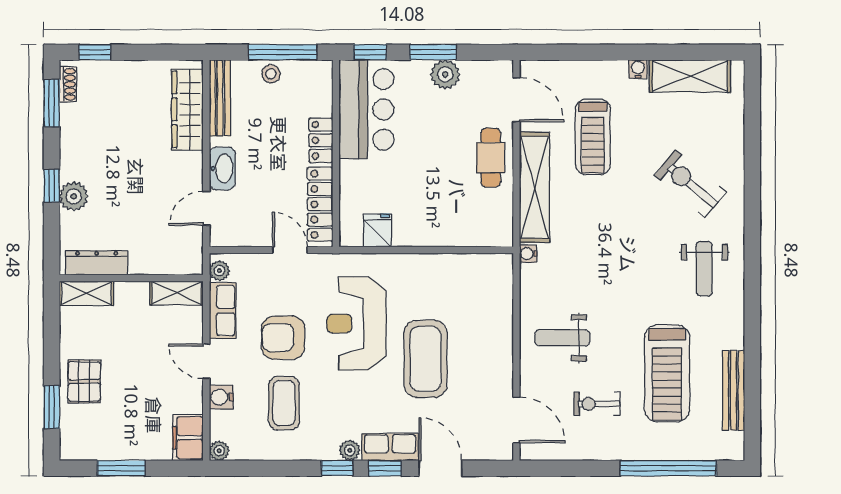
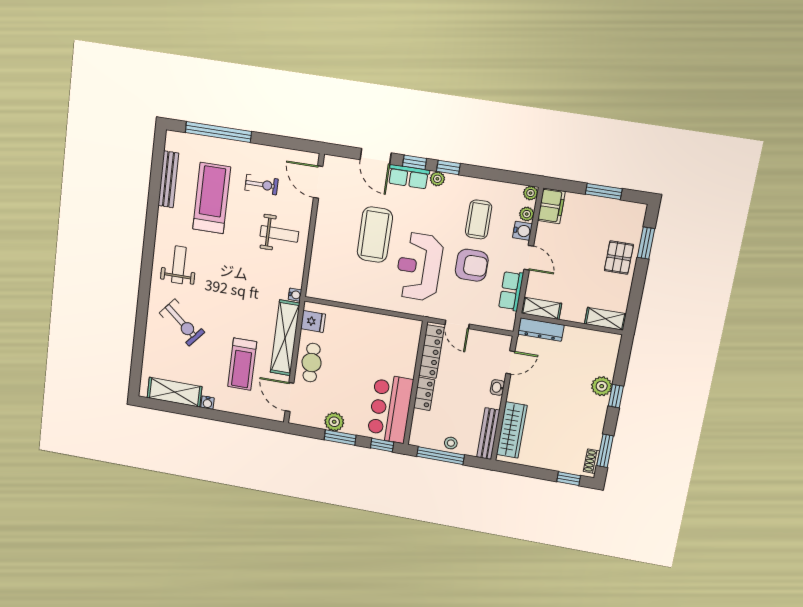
treadmill: (593, 137) -> (242, 364), turned 180
washbasin: (222, 168) -> (497, 387), width x0.52, depth x0.69
fridge: (378, 230) -> (313, 321), moved, turned -90
dresser: (97, 263) -> (541, 330), moved
plant: (219, 271) -> (527, 214), moved
reception desk: (356, 323) -> (419, 267), turned 180

